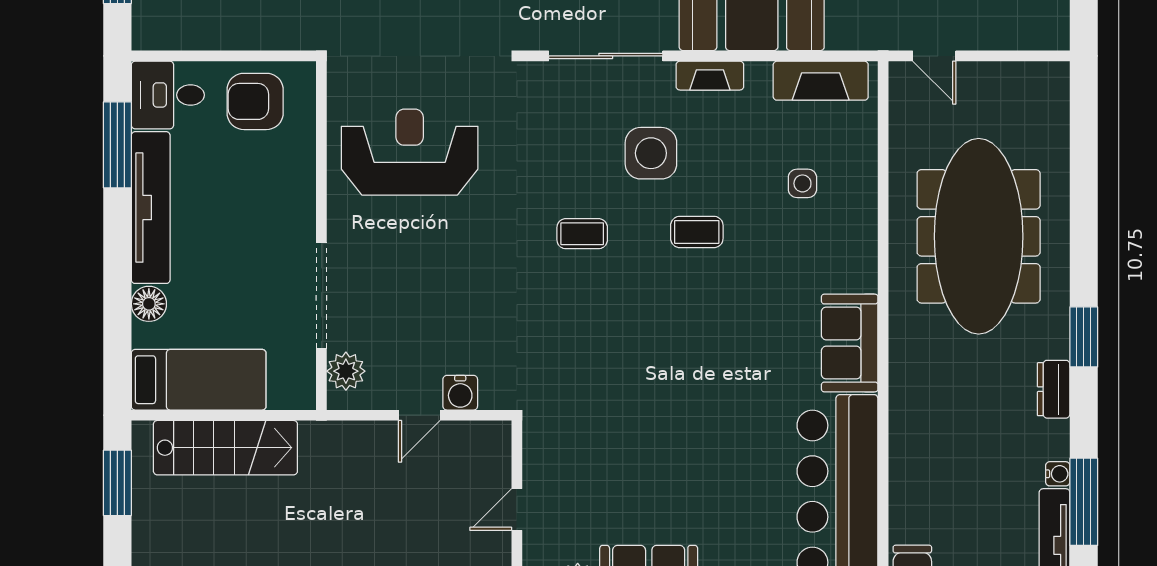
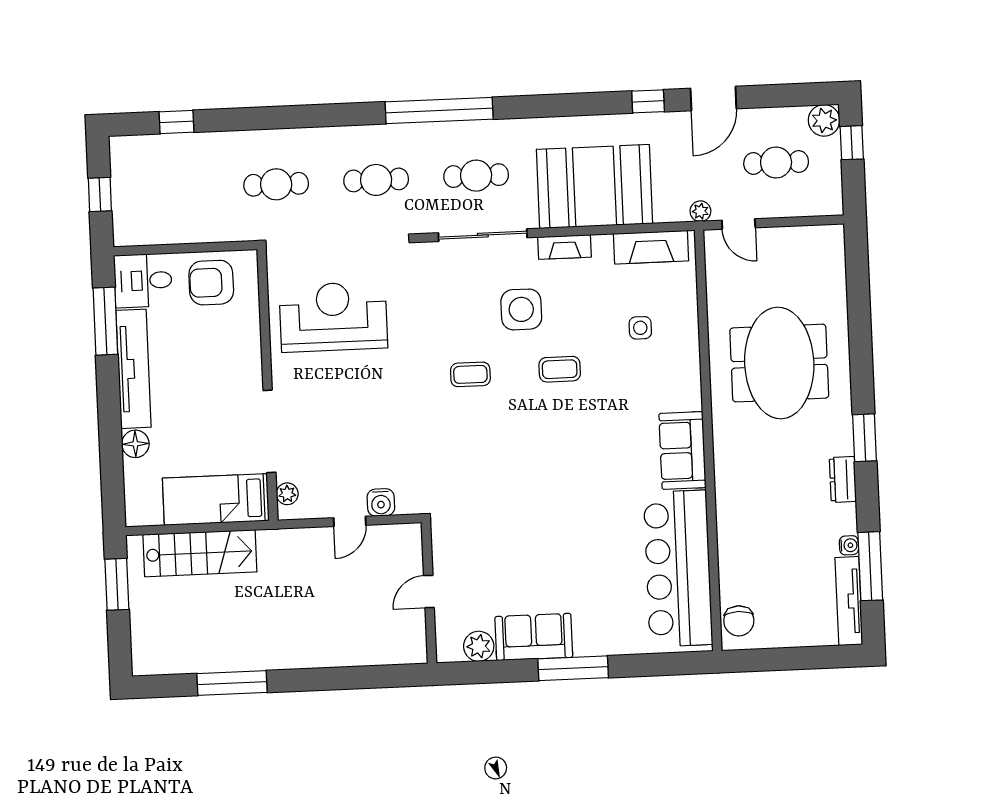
plant: (886, 37) -> (700, 211), added
meeting table: (979, 236) -> (779, 363), width x0.73
plant: (346, 371) -> (287, 494), width x0.73, depth x0.73
bed: (199, 380) -> (216, 500), moved, turned 180

